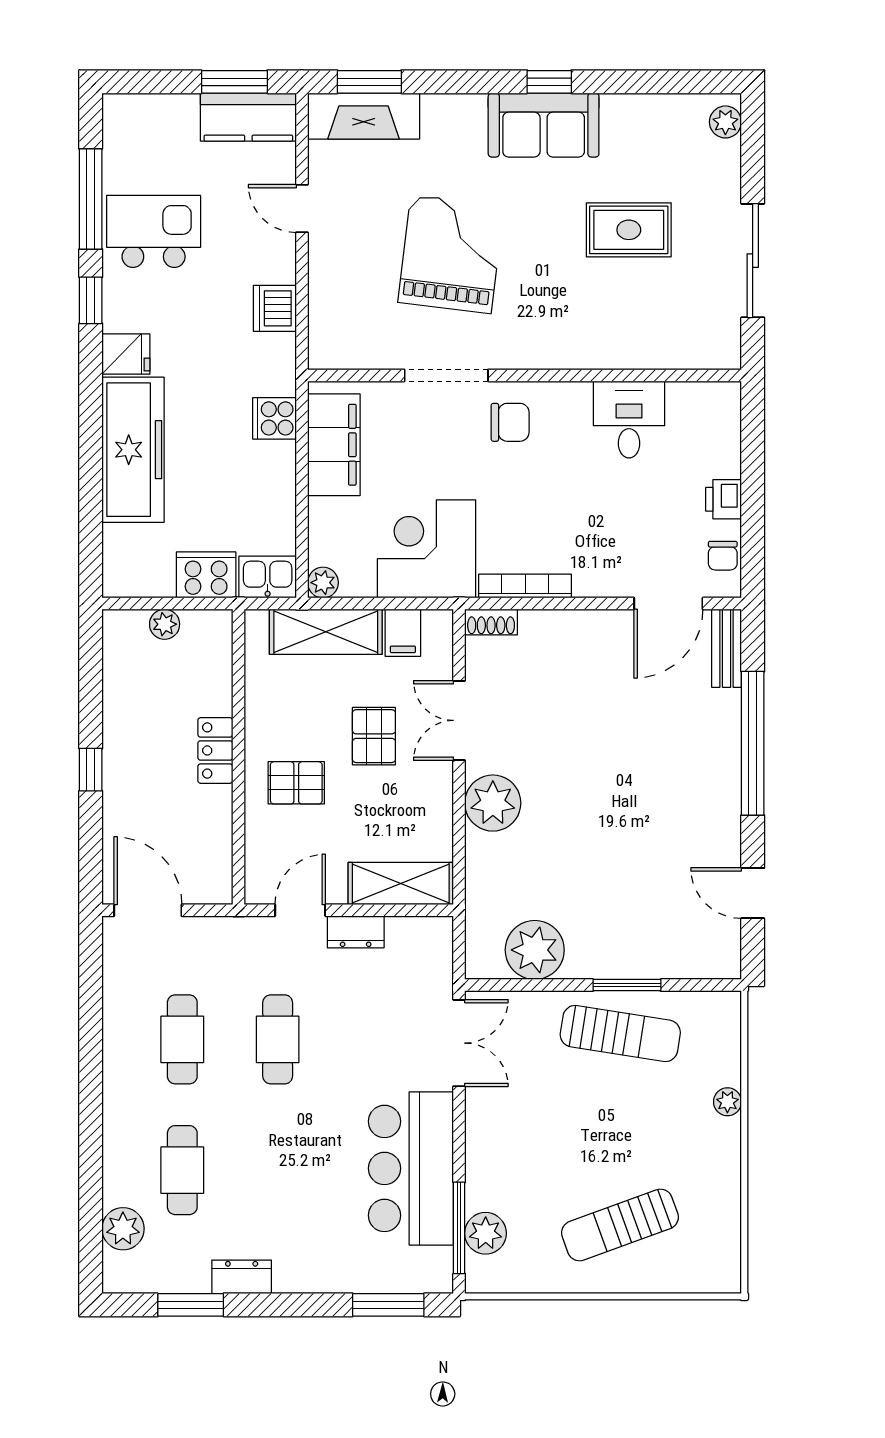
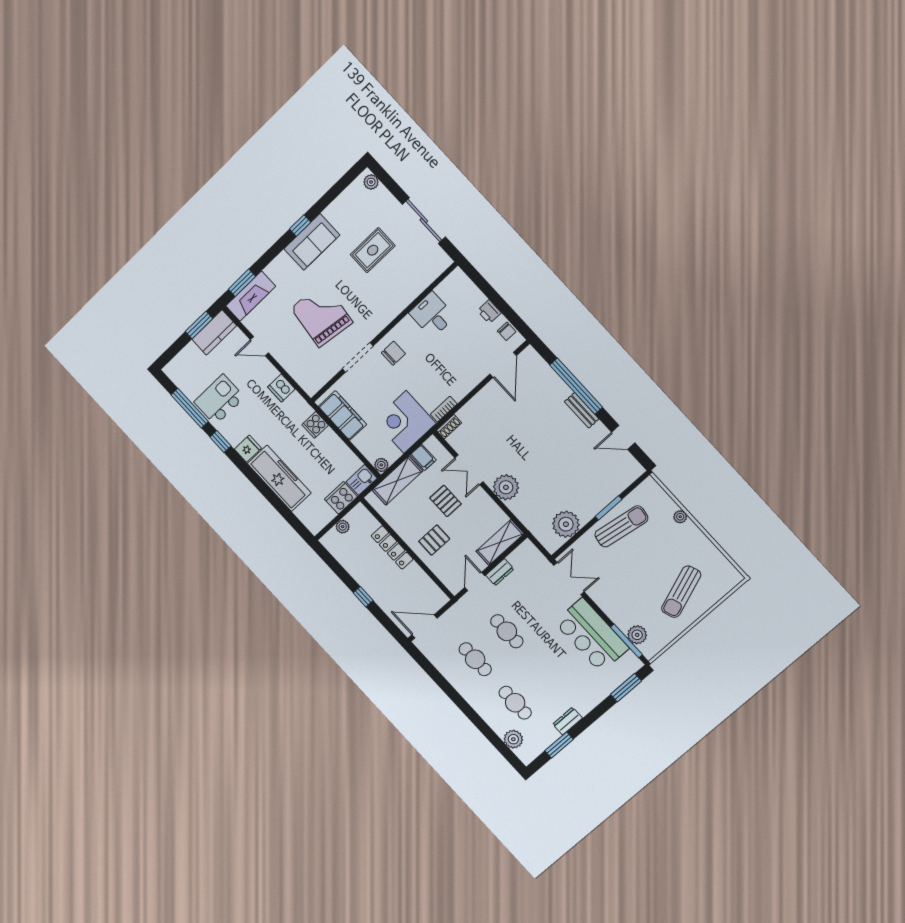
bookcase: (525, 586) -> (444, 409), width x0.64
bench: (727, 648) -> (582, 410), moved
locker: (215, 750) -> (392, 547), width x1.53

